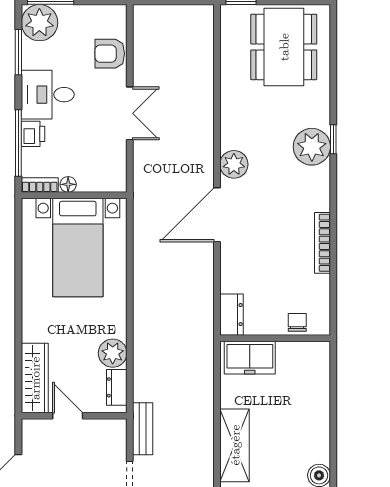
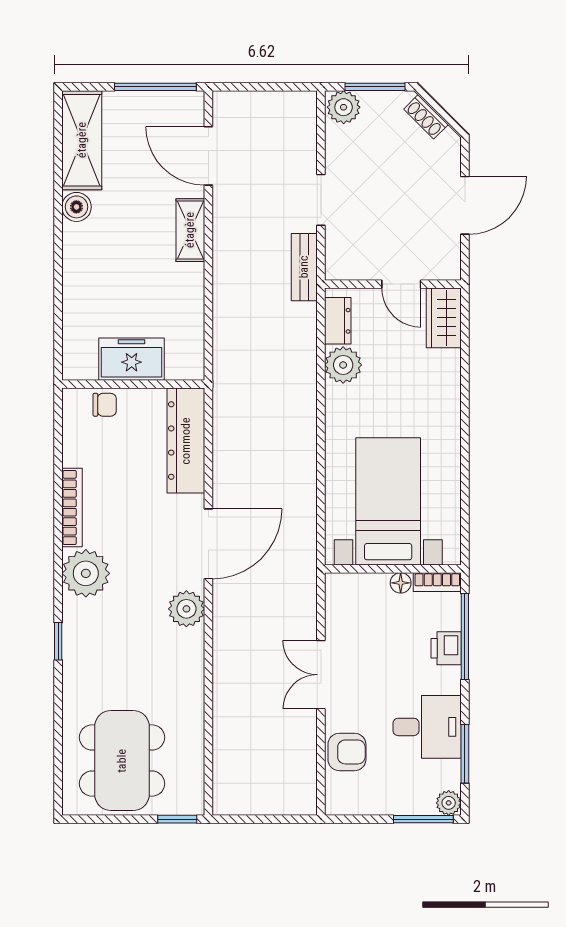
plant: (39, 23) -> (449, 803), width x0.53, depth x0.53
desk: (48, 95) -> (427, 727), moved
plant: (312, 147) -> (86, 573), moved
dresser: (232, 315) -> (186, 441), width x1.96, depth x1.24
chair: (297, 322) -> (105, 405), turned -90
freezer: (250, 358) -> (132, 359), moved
wardrobe: (35, 378) -> (444, 318), width x0.67
shelving: (235, 445) -> (190, 230), width x0.67, depth x0.75

